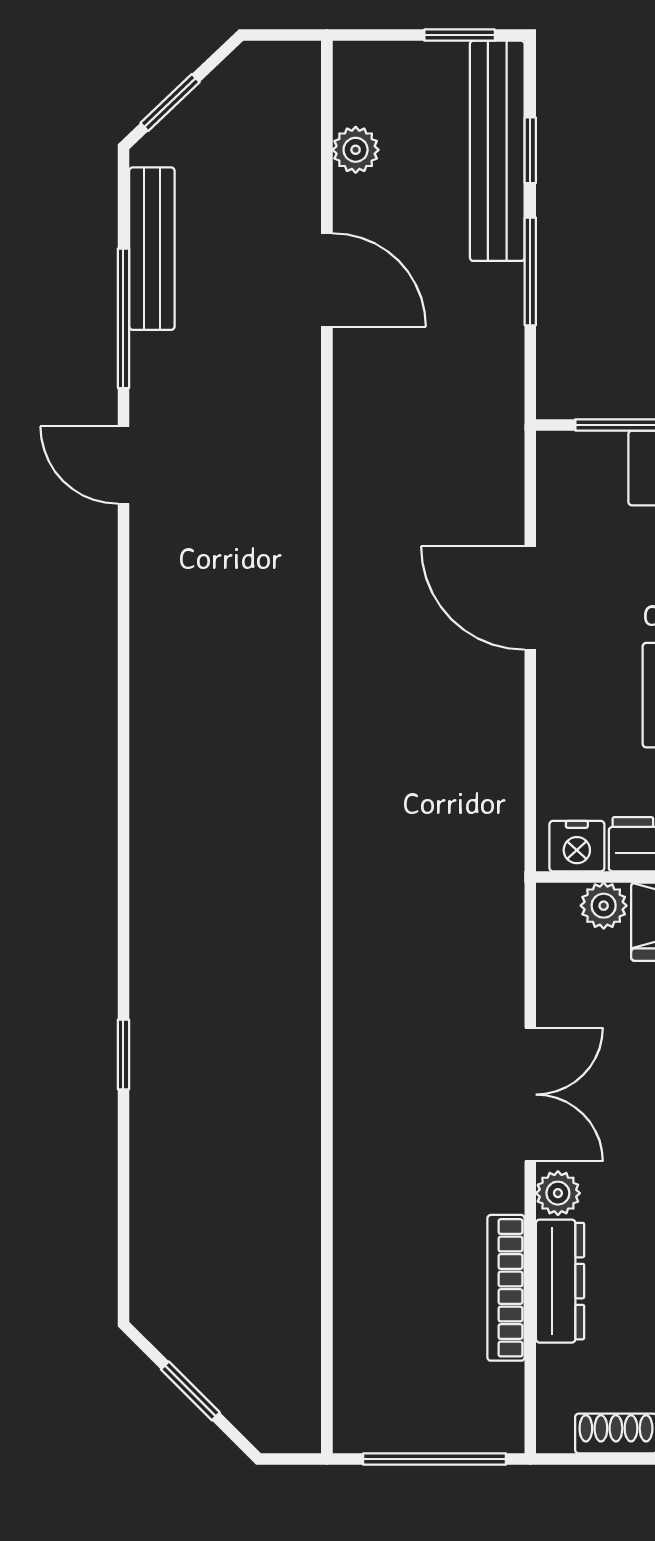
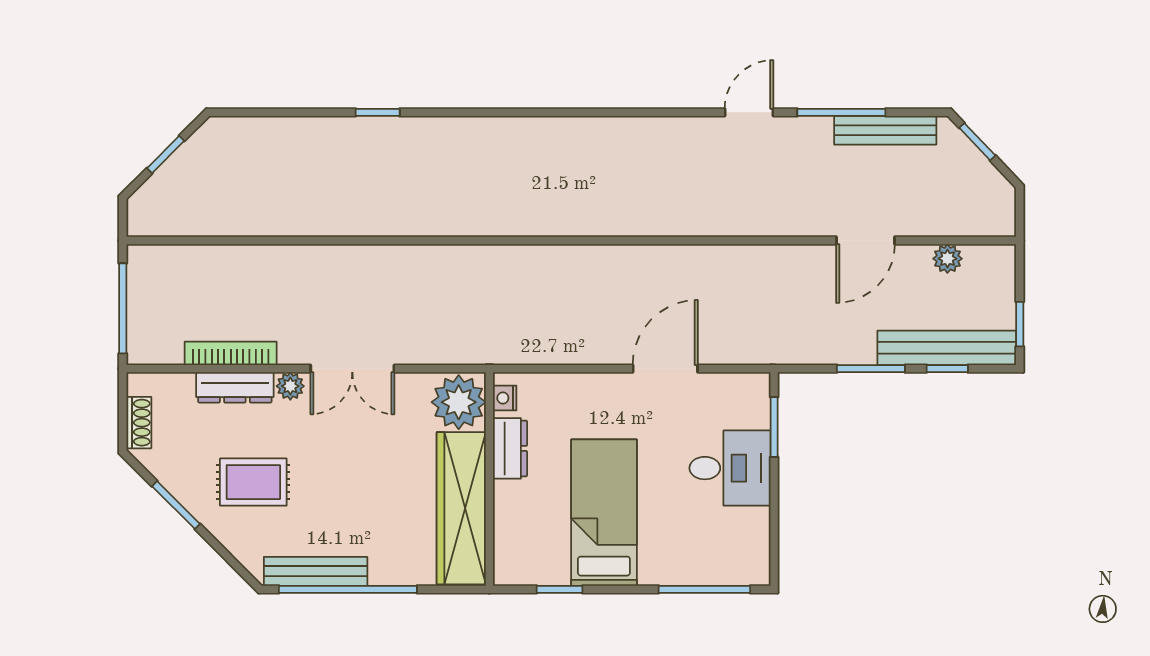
nightstand: (577, 846) -> (505, 398), width x0.72, depth x0.74
plant: (604, 906) -> (459, 402), width x1.87, depth x1.87

